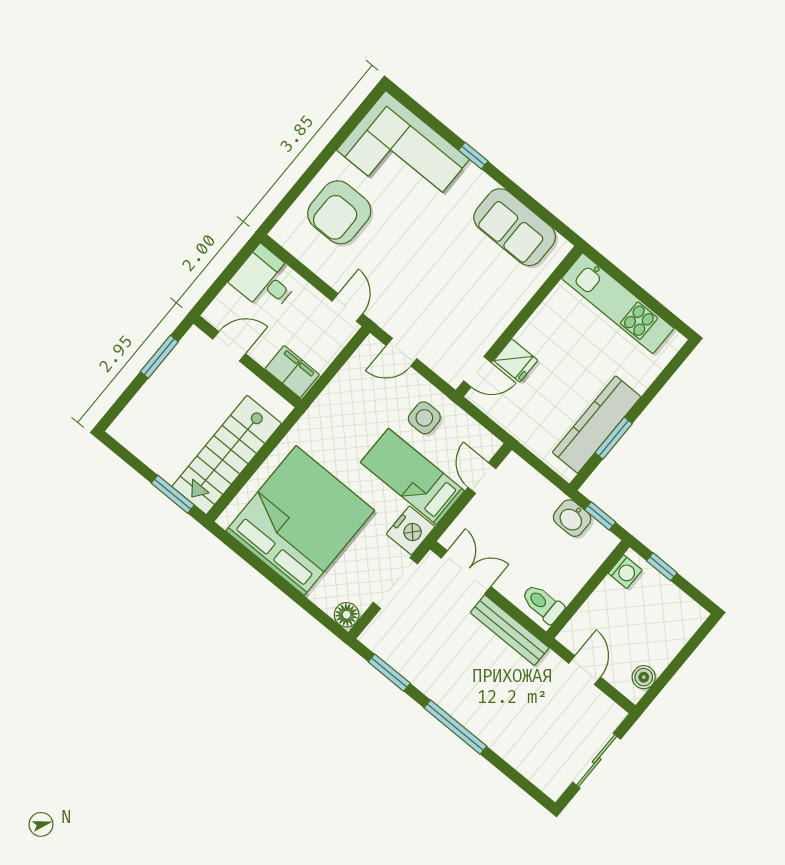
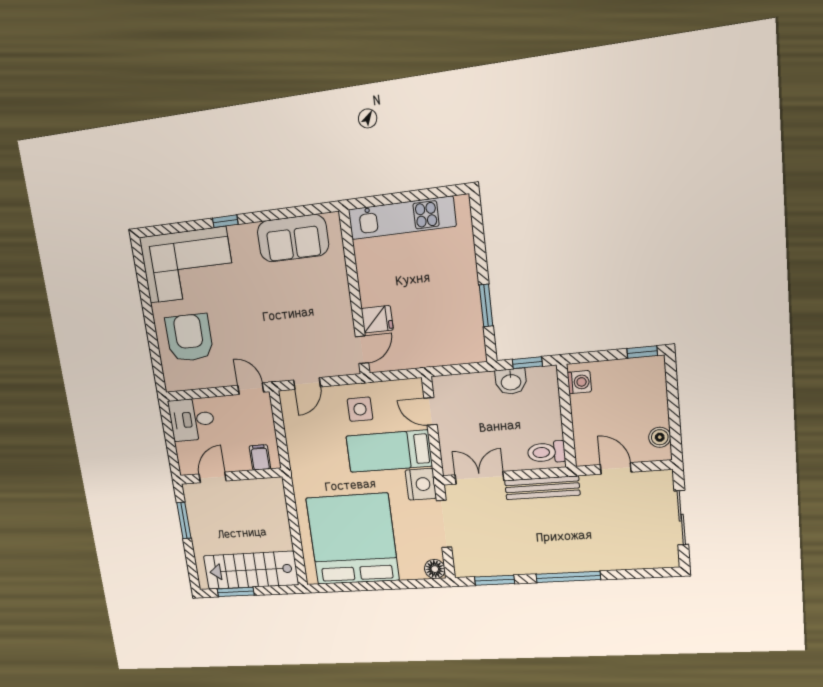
armchair: (339, 212) -> (189, 338), turned 180
filing cabinet: (292, 372) -> (260, 457), width x0.50
kitchen counter: (597, 425) -> (467, 308), removed
stairs: (227, 455) -> (251, 570), moved, turned 90
window: (173, 494) -> (236, 592), moved
window: (662, 567) -> (642, 352), moved

